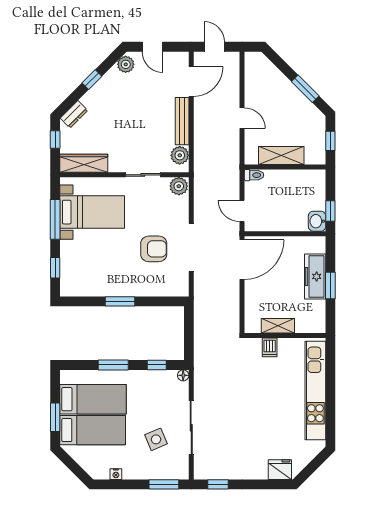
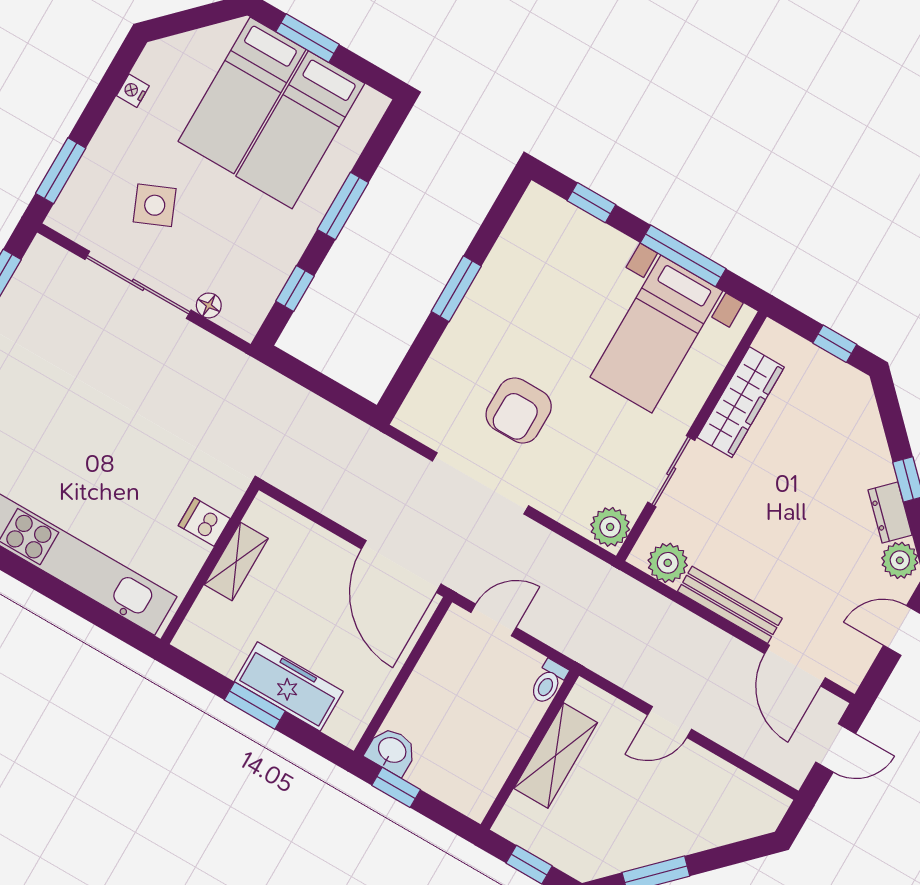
dresser: (74, 114) -> (890, 512), moved
wardrobe: (84, 163) -> (741, 402), moved
floor lamp: (183, 375) -> (209, 305), moved

